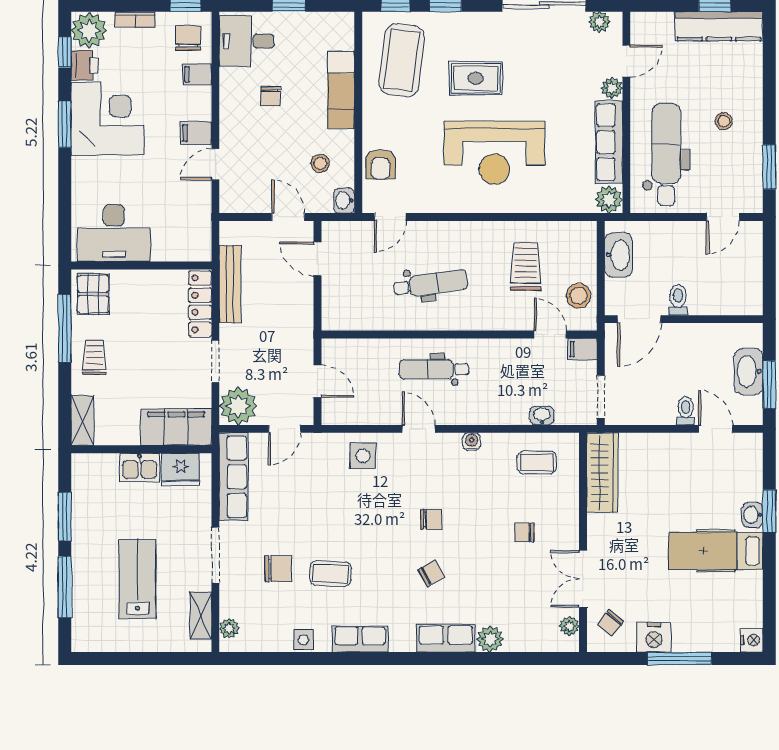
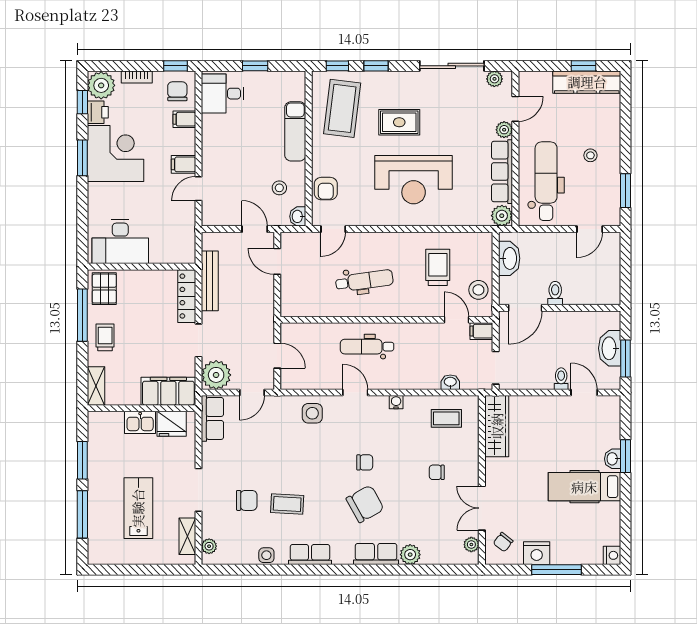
chair: (270, 97) -> (241, 136), removed
row of seats: (233, 477) -> (212, 418), width x0.68
chair: (431, 573) -> (365, 504), width x1.87, depth x1.87

